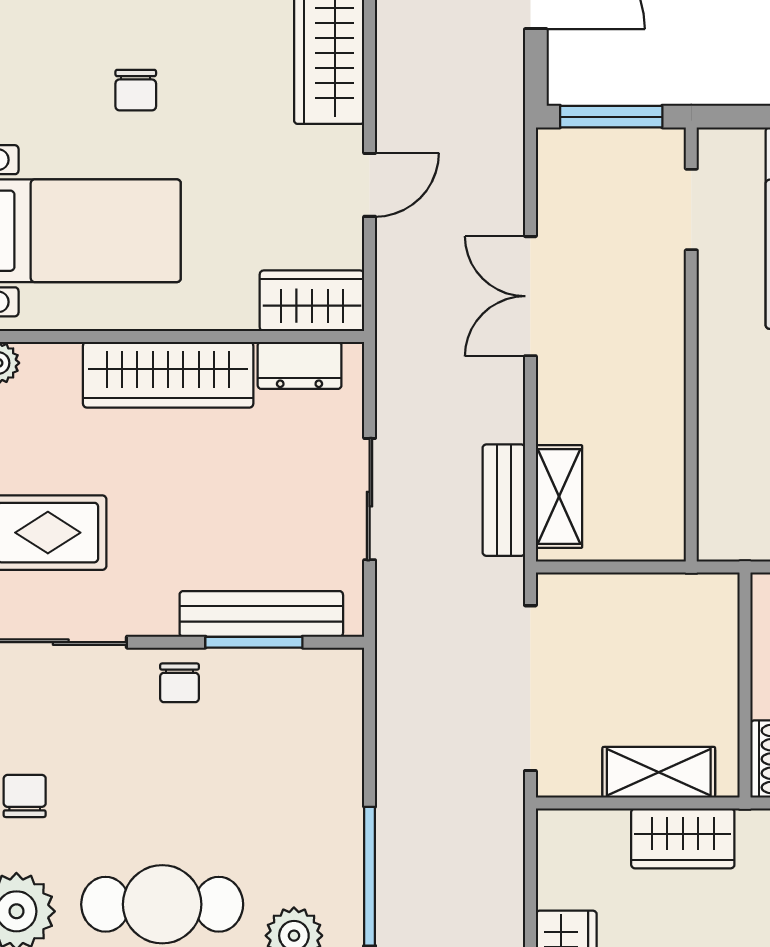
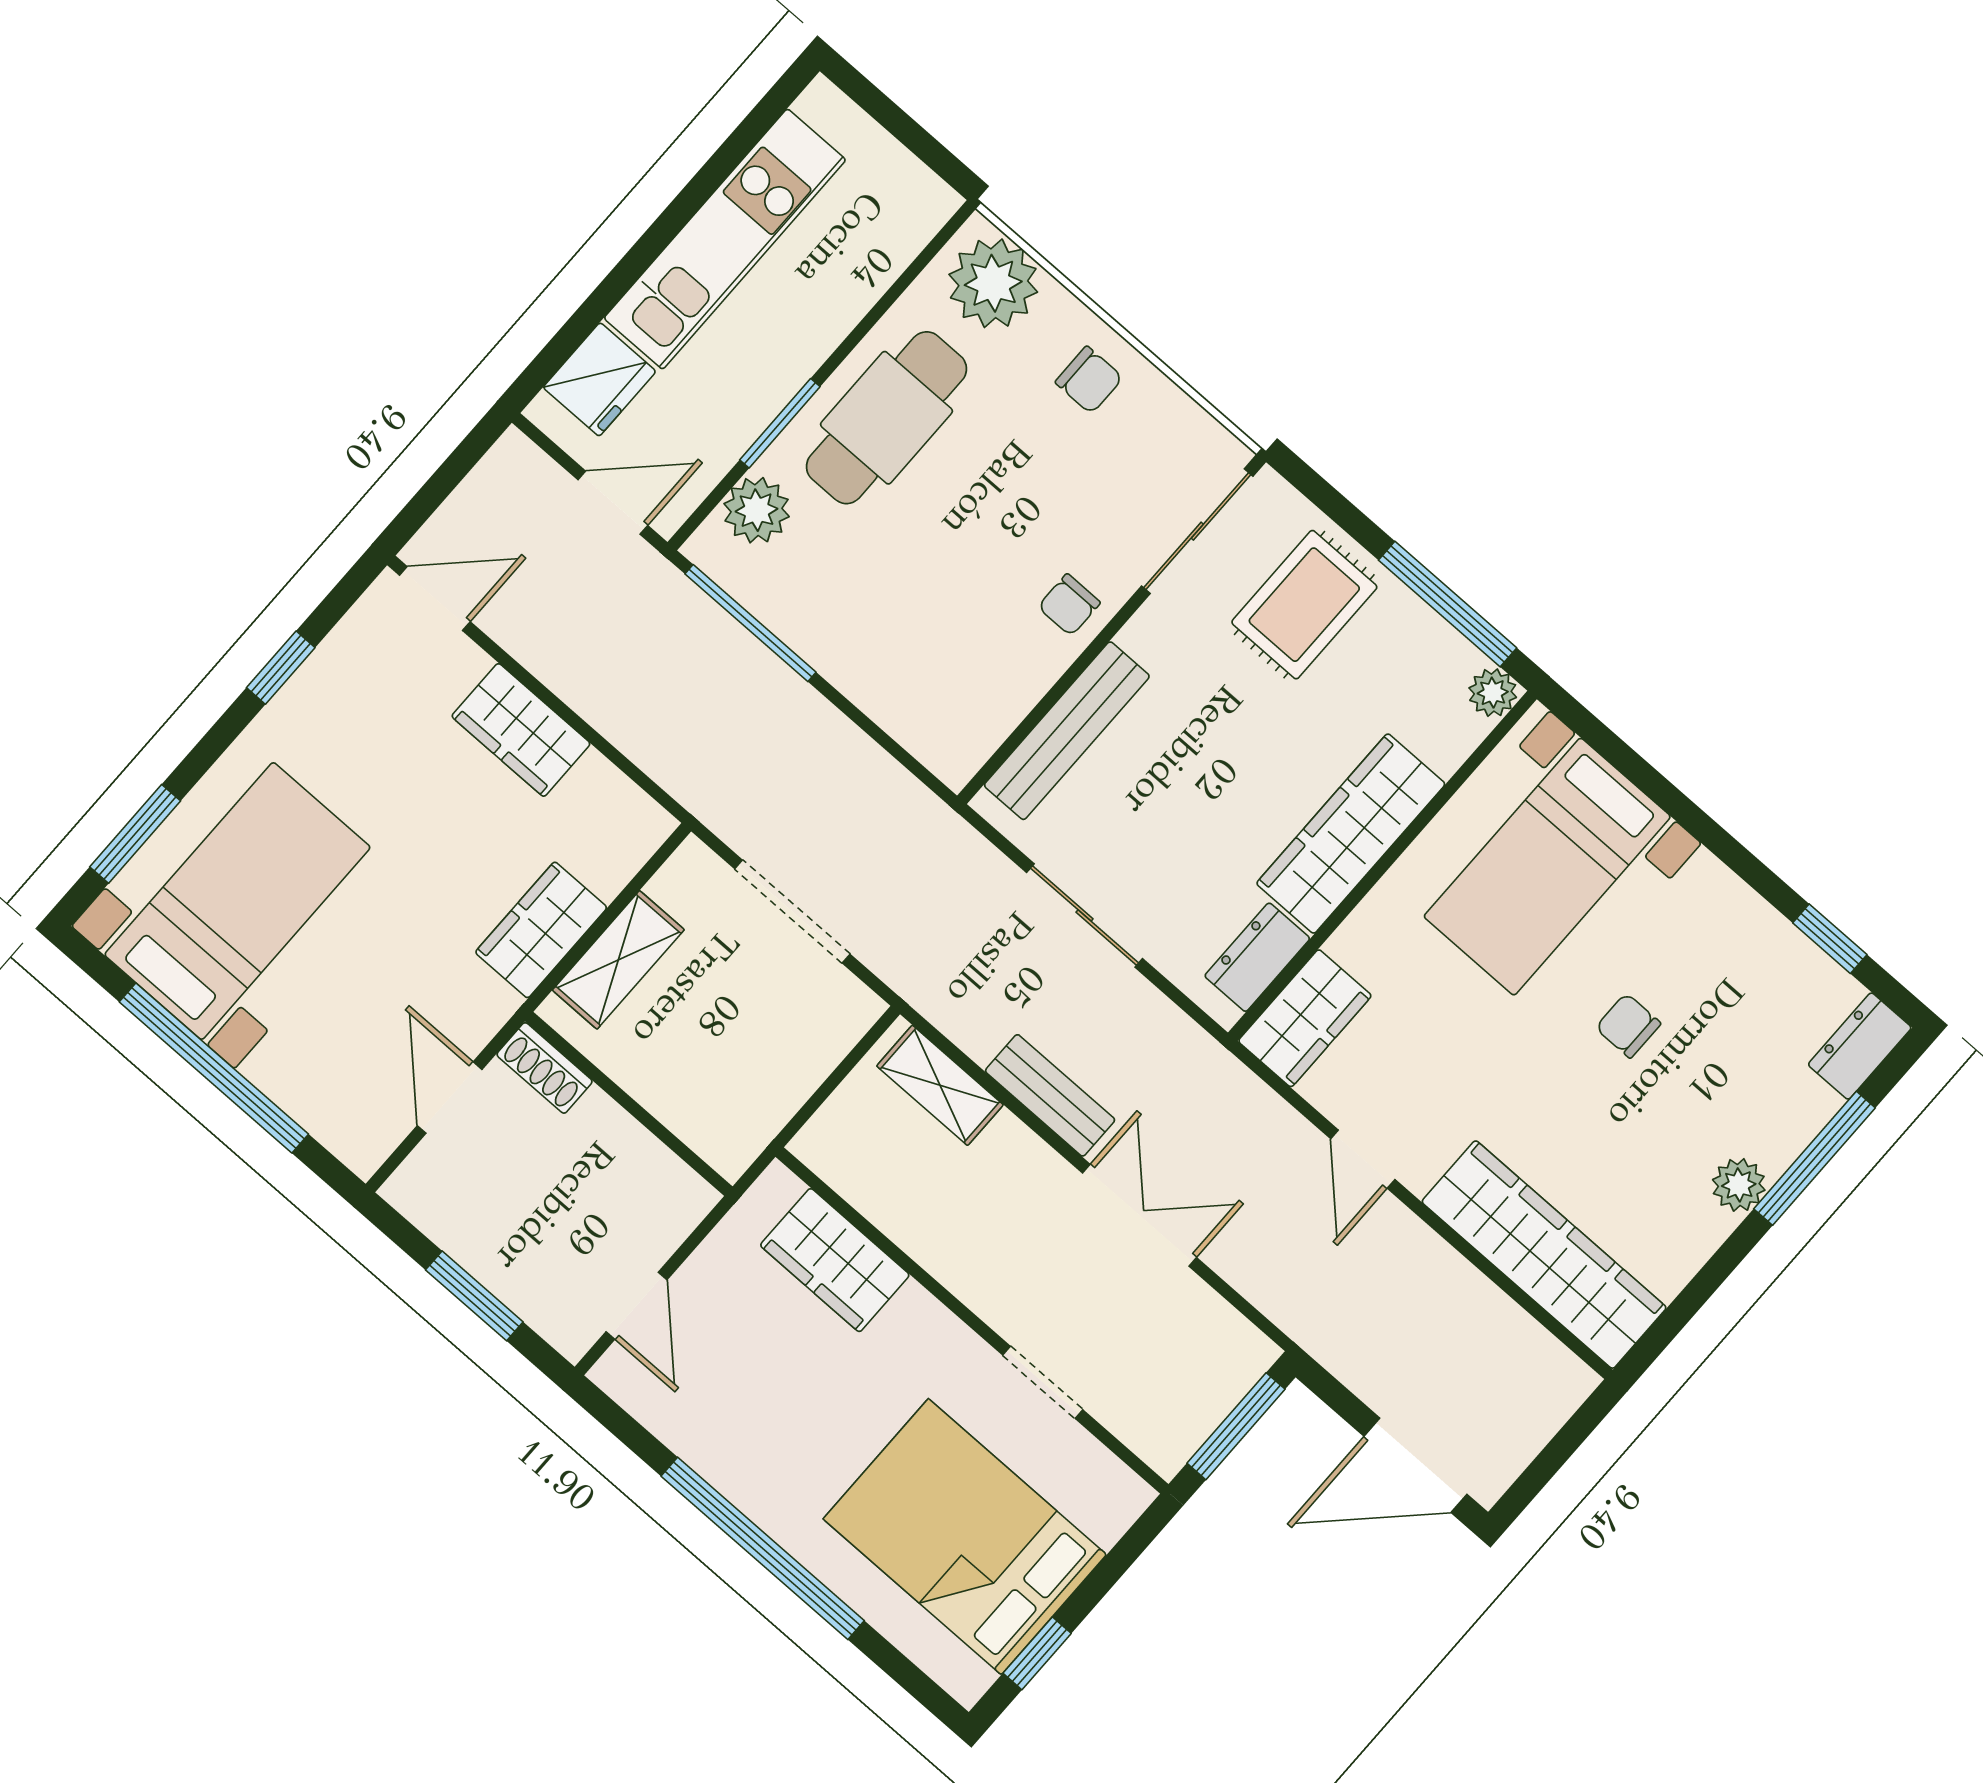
doorway: (691, 210) -> (1043, 1382), moved
wardrobe: (729, 466) -> (835, 1260), added
bench: (504, 500) -> (1050, 1095), moved
window: (254, 642) -> (1047, 702), removed
chair: (180, 683) -> (1069, 605), turned -90
doorway: (530, 688) -> (792, 911), width x0.73

